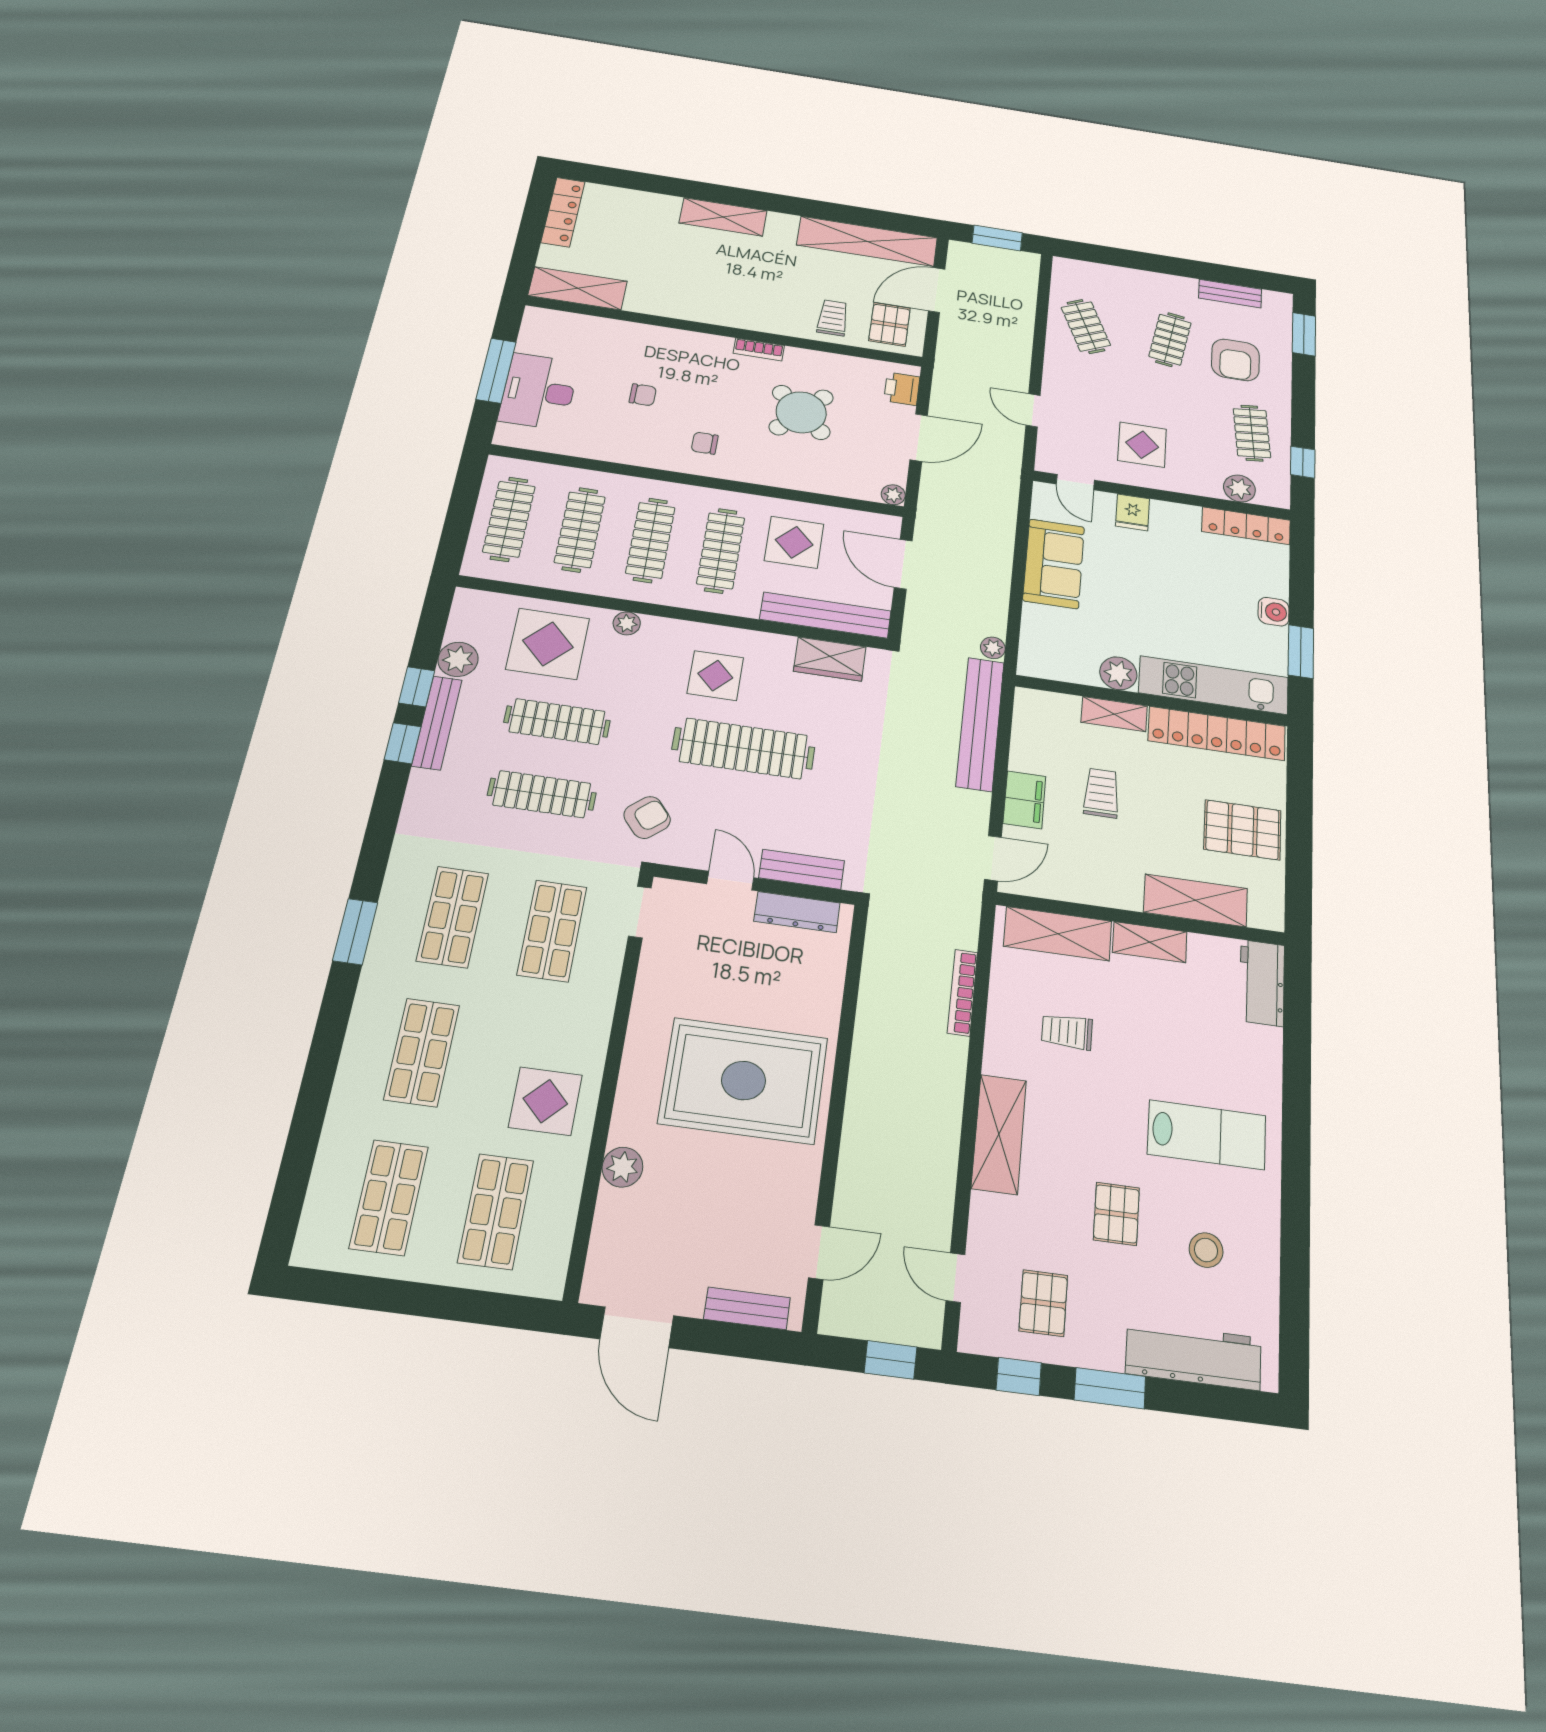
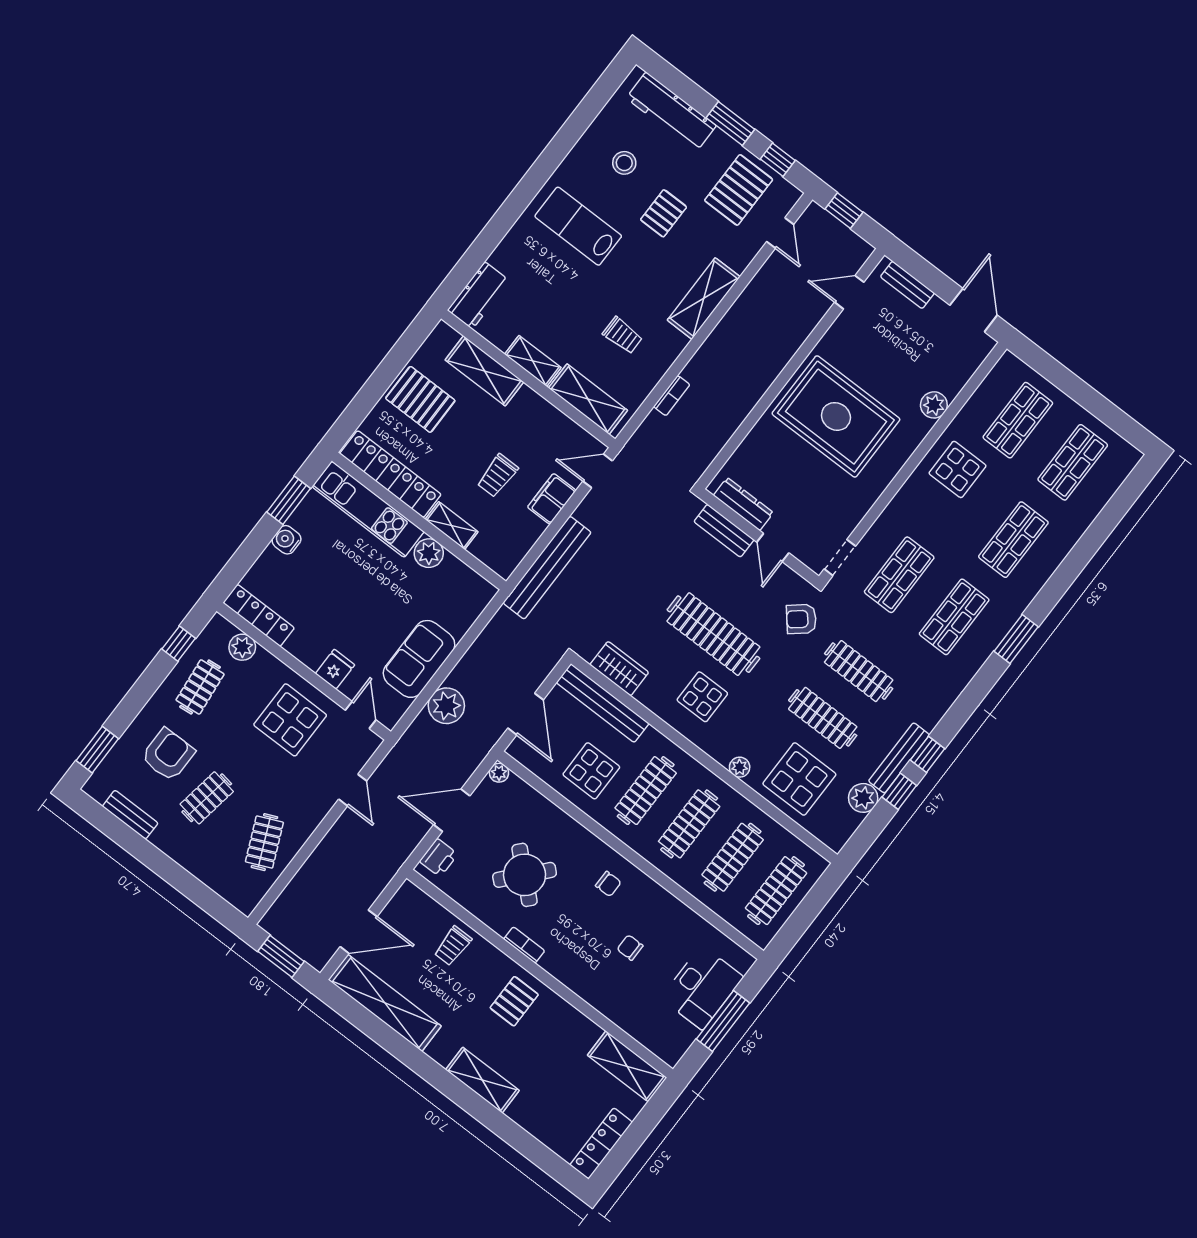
pallet: (889, 324) -> (514, 1001), moved
display table: (1142, 445) -> (290, 720), width x1.36, depth x1.36
plant: (993, 648) -> (446, 706), moved, width x1.88, depth x1.88
bookcase: (962, 993) -> (672, 396), width x0.64
pallet: (1043, 1303) -> (739, 190), width x1.50, depth x1.42

